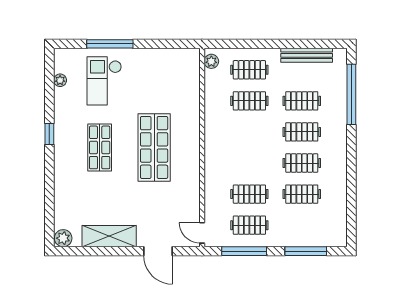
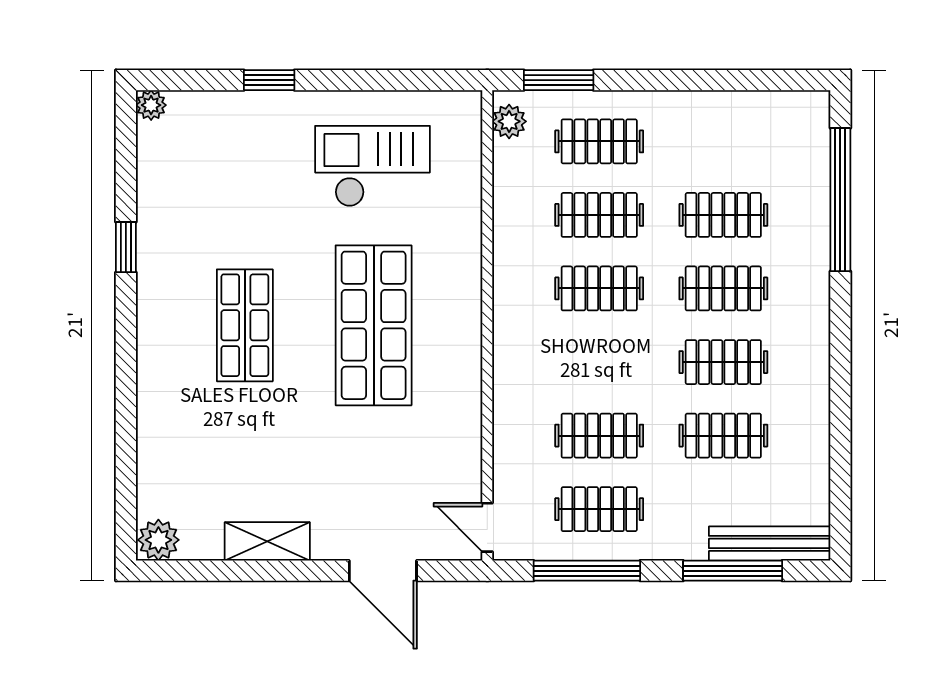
window: (110, 44) -> (269, 80), width x0.46
window: (232, 44) -> (559, 80), added
bench: (307, 55) -> (770, 543), moved
plant: (60, 80) -> (151, 105), moved
checkout: (104, 81) -> (373, 166), moved, turned 90
clothes rail: (249, 132) -> (599, 288), added
window: (49, 134) -> (126, 247), moved
shelving: (109, 236) -> (267, 541), width x0.67, depth x0.75

